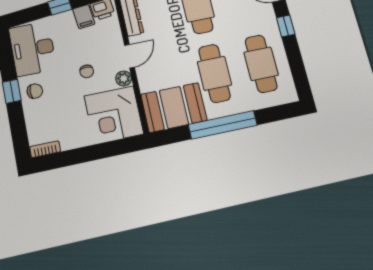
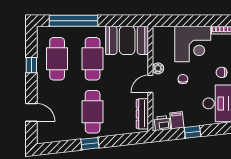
window: (286, 26) -> (31, 65), moved
corner desk: (114, 115) -> (193, 44), moved, turned 90
window: (223, 125) -> (74, 21), moved

